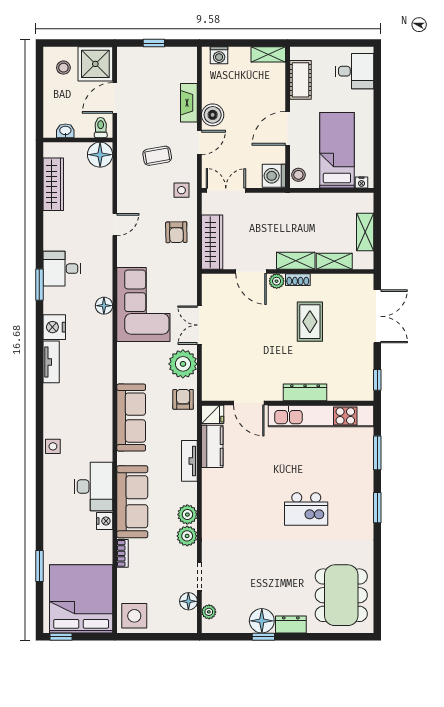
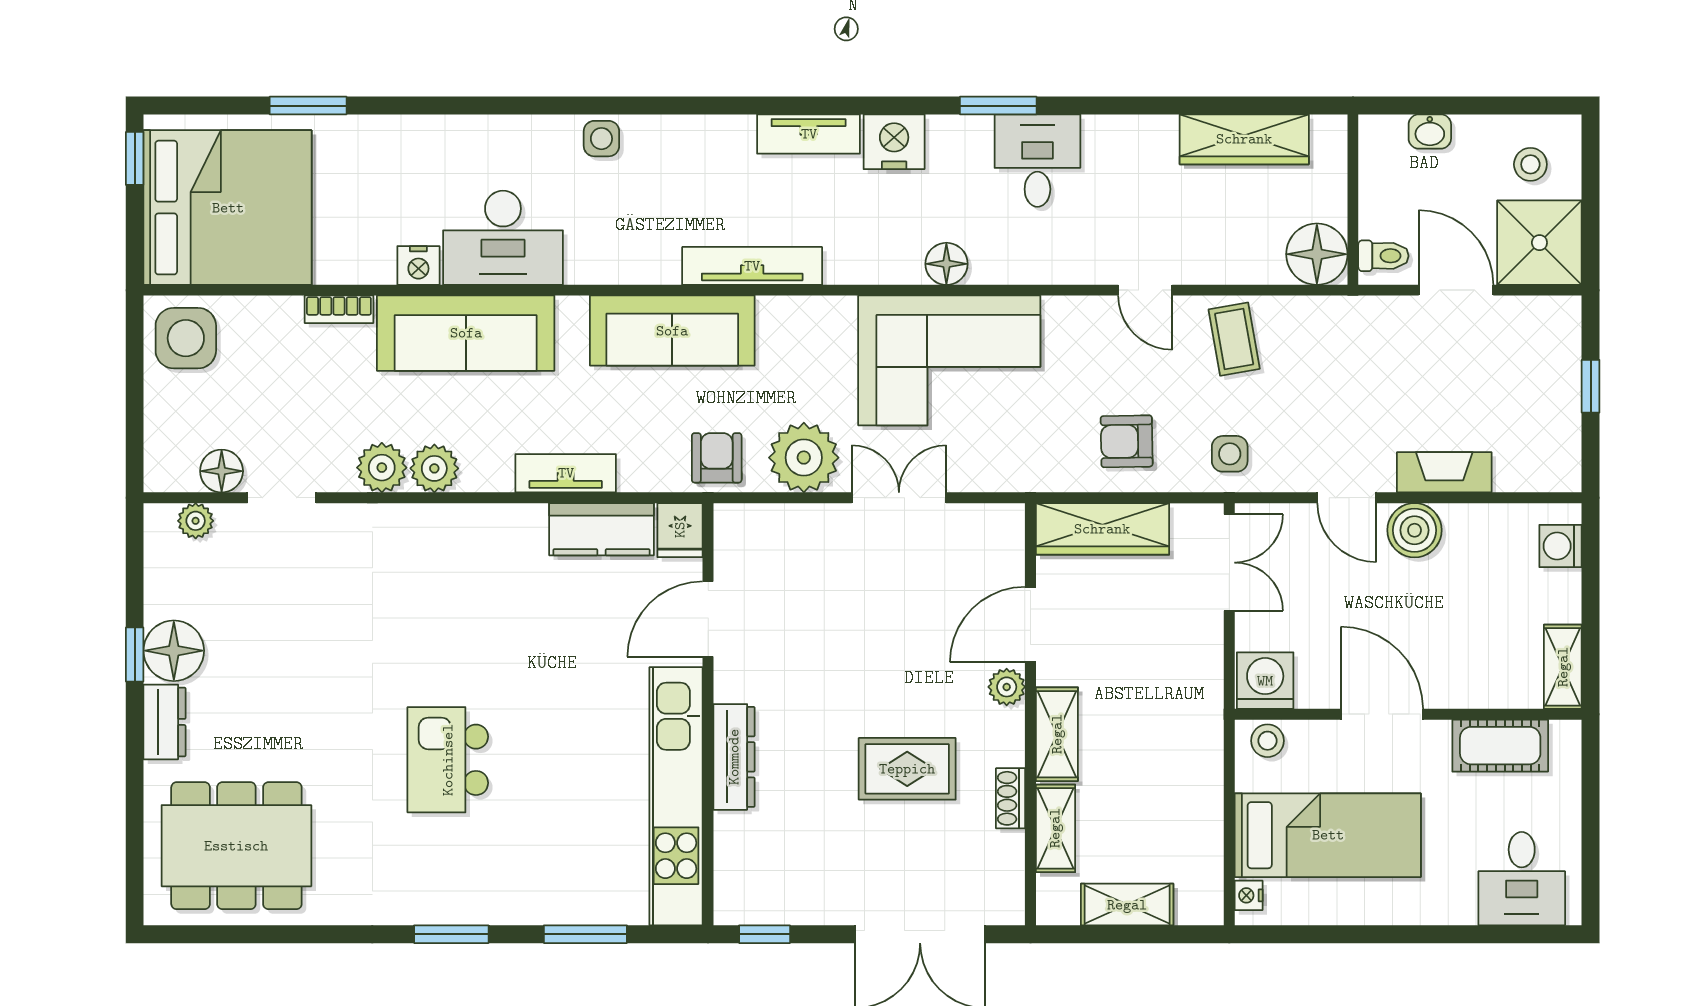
washbasin: (65, 131) -> (1430, 132), moved, turned 90
coffee table: (157, 156) -> (1234, 339), moved
shoe rack: (298, 280) -> (1011, 798), moved
tv unit: (105, 385) -> (752, 266), added
armchair: (183, 399) -> (717, 458), turned -90

